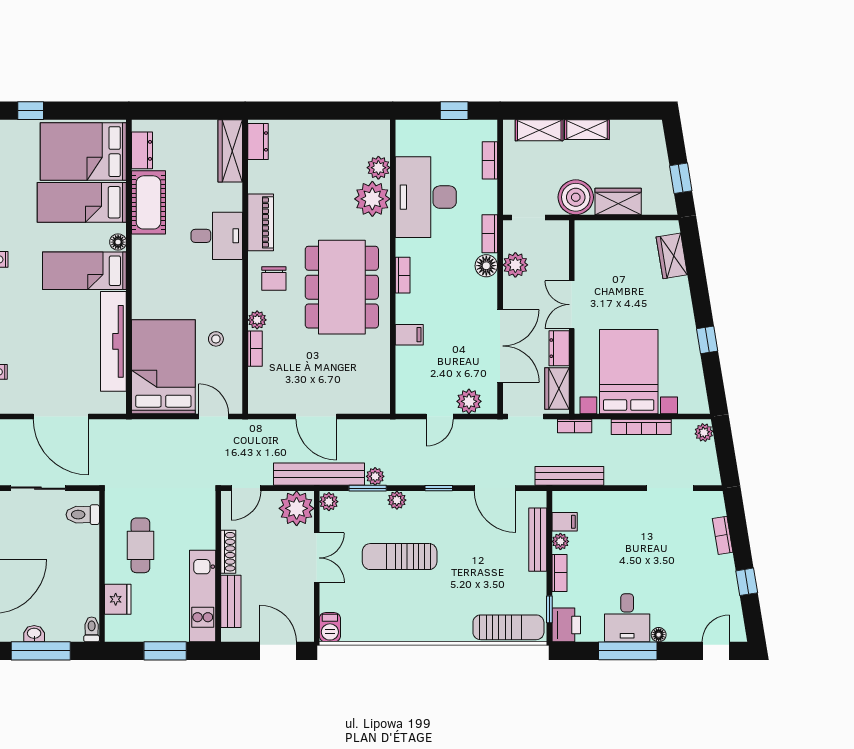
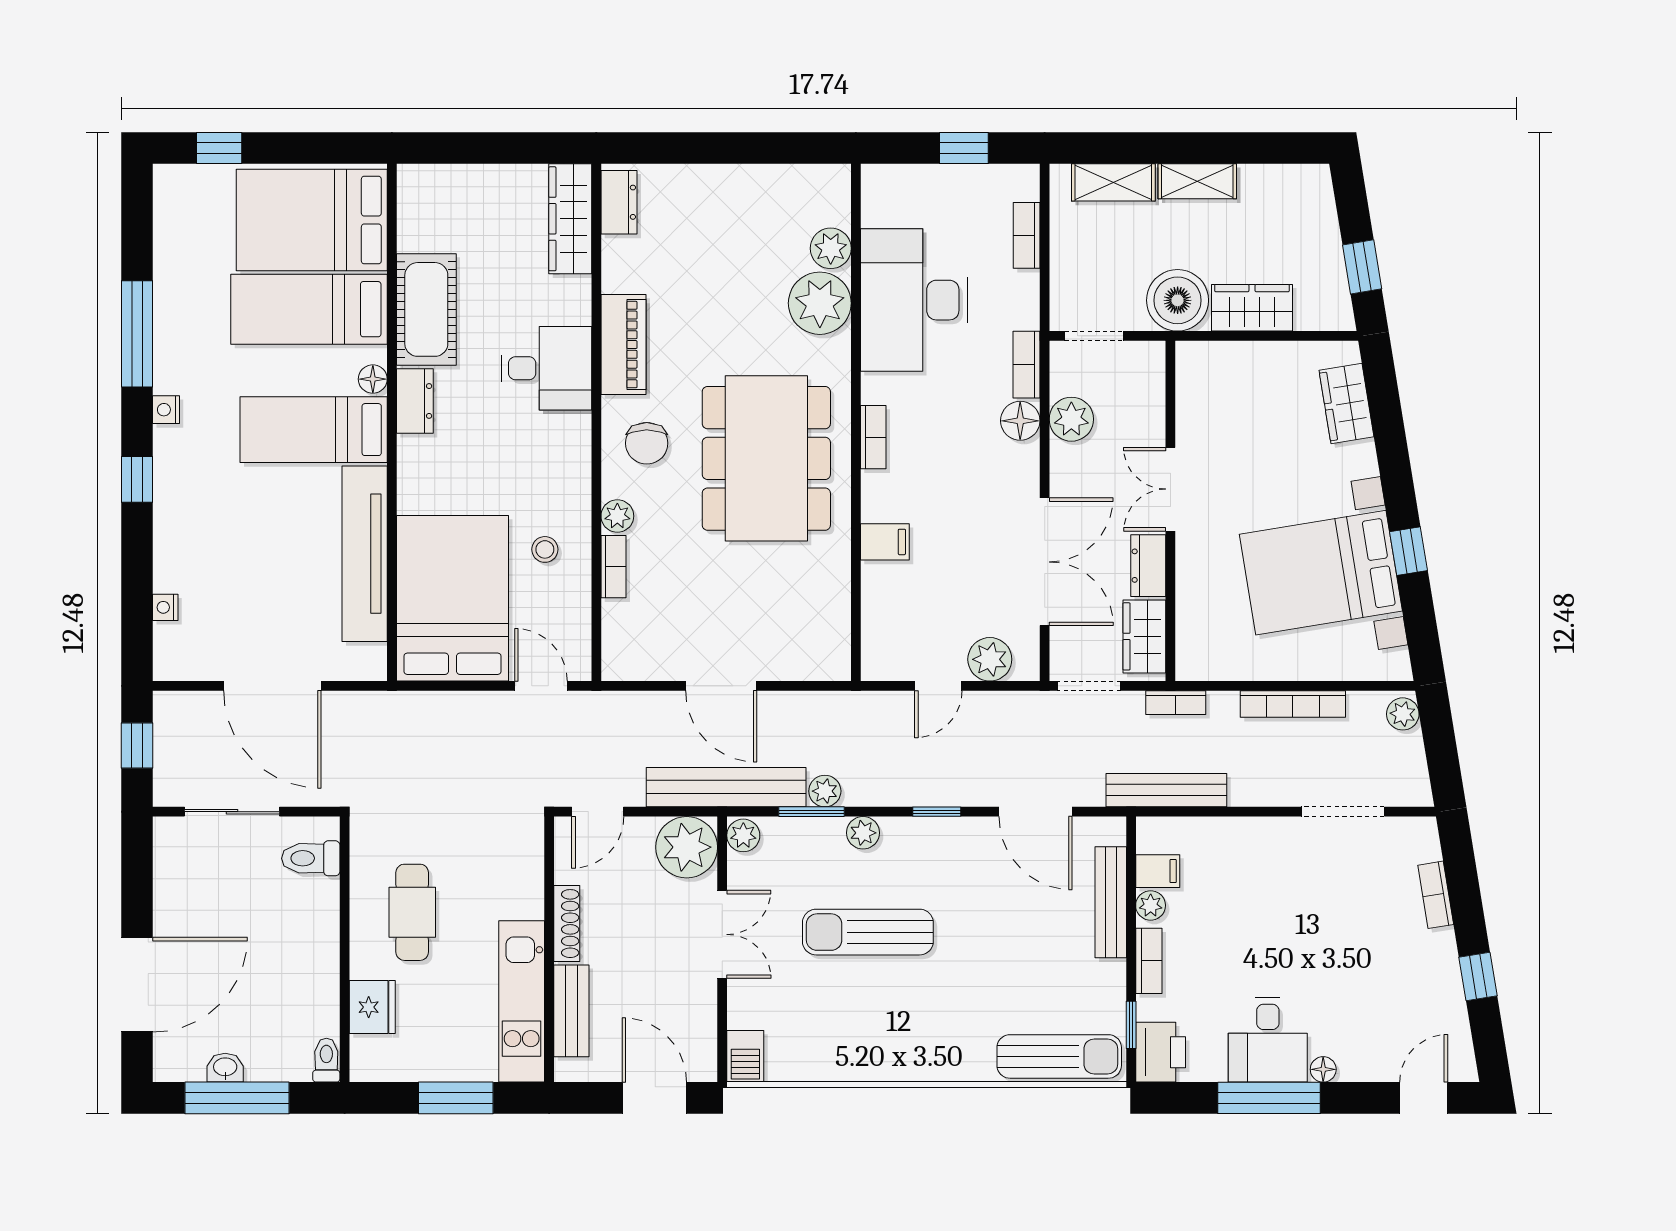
dresser: (142, 150) -> (415, 401), moved
bed with nightstands: (629, 372) -> (1321, 573), moved, turned -99

